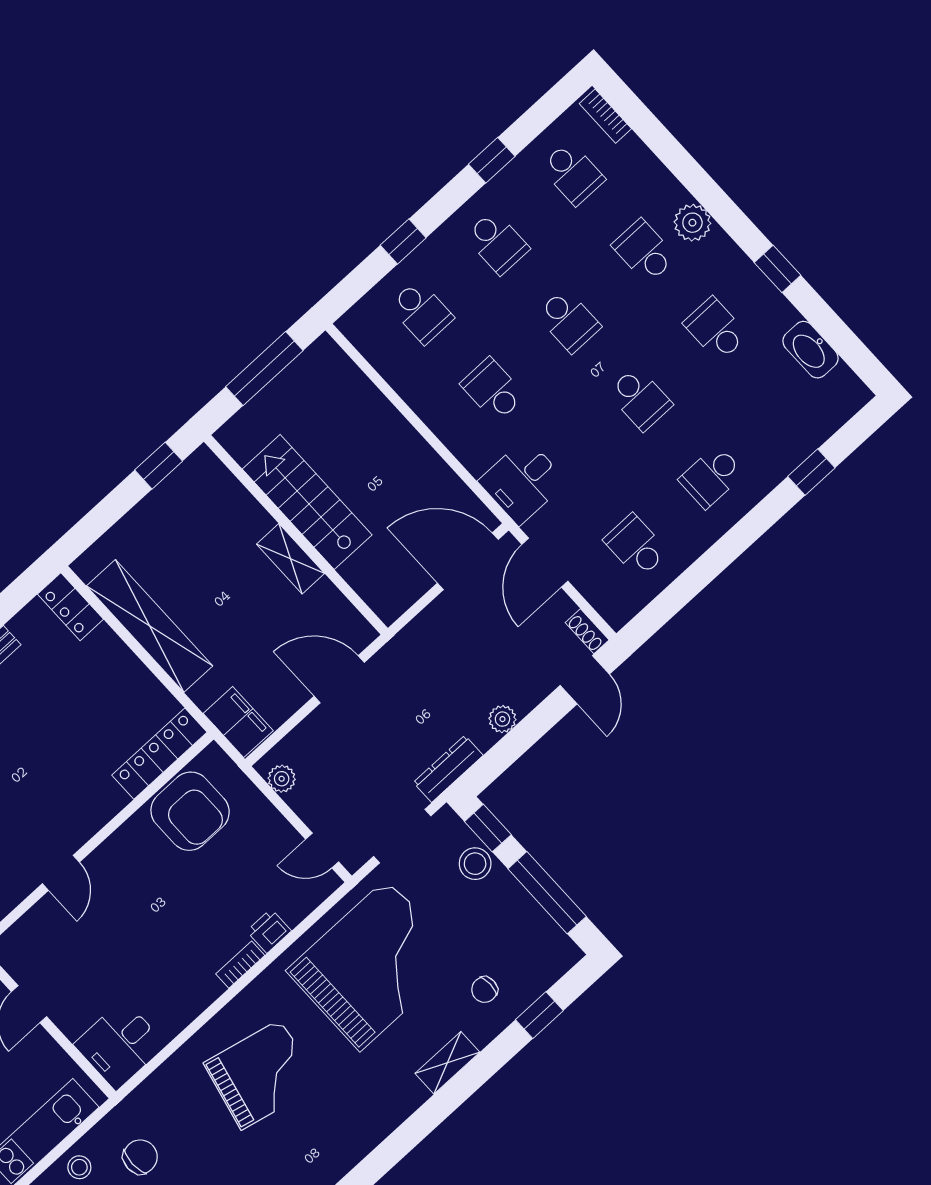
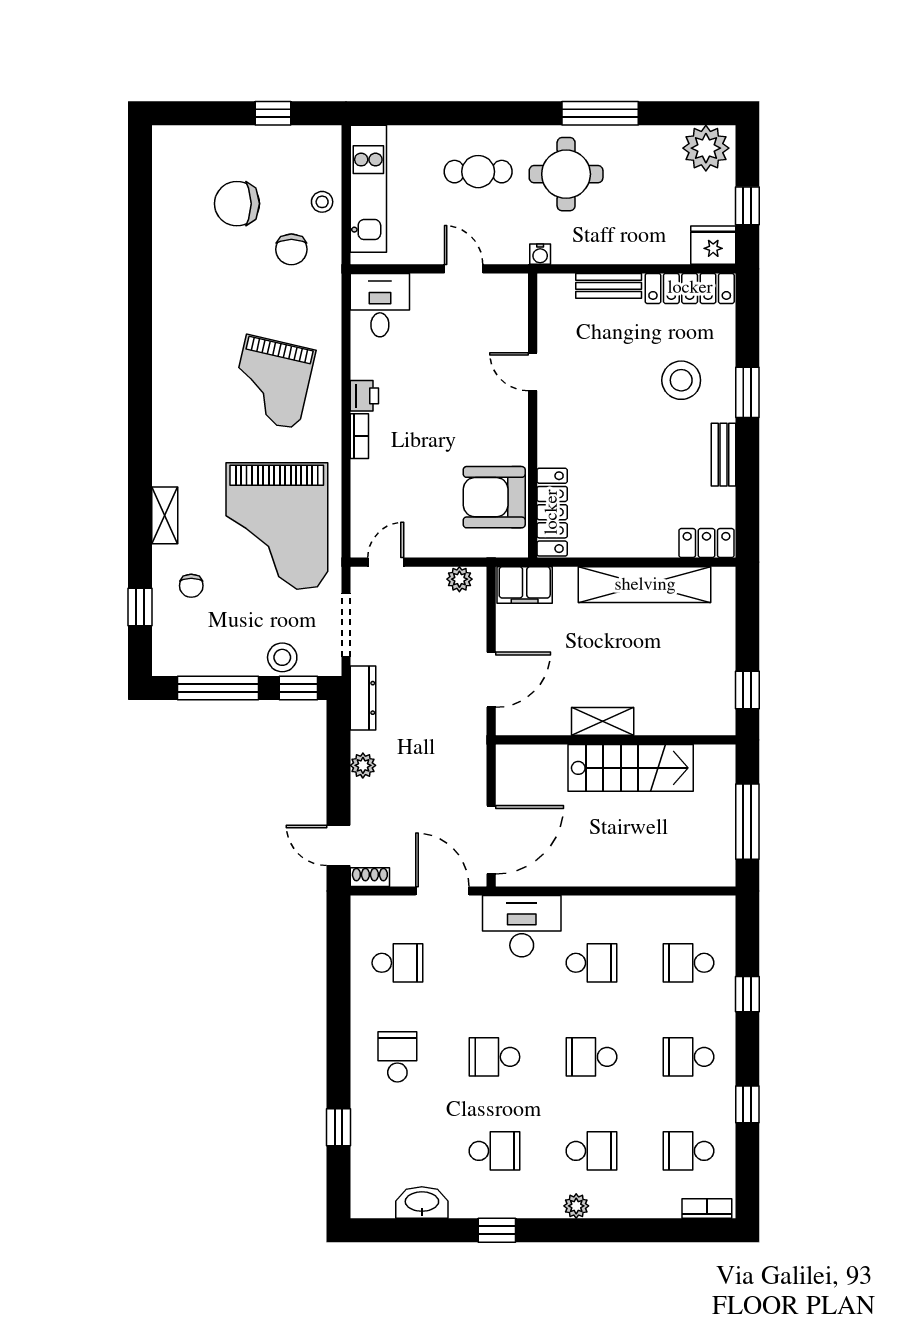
plant: (692, 223) -> (576, 1206), width x0.73, depth x0.73
desk: (523, 481) -> (522, 926), width x1.37
printer: (269, 931) -> (364, 396), moved
chair: (485, 990) -> (191, 586), turned 180

